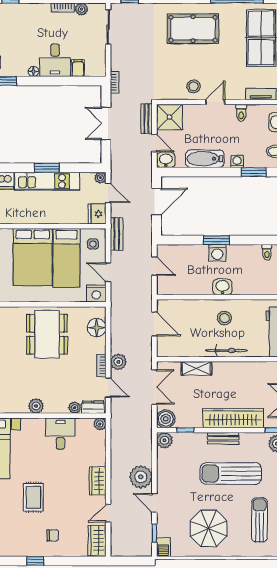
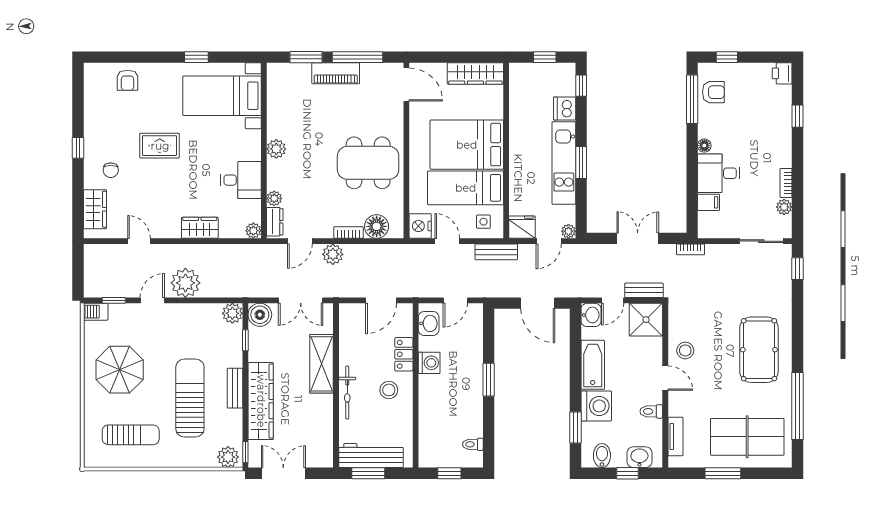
washing machine: (237, 161) -> (596, 406), width x1.89, depth x1.89
washing machine: (217, 253) -> (429, 363), moved, turned 180
door: (108, 272) -> (447, 241), hinge flipped
washbasin: (222, 287) -> (429, 323), moved
locker: (197, 306) -> (404, 354), added
bookcase: (101, 366) -> (348, 232), moved
shelving: (196, 368) -> (322, 364), width x1.50, depth x1.33
wardrobe: (98, 481) -> (200, 228), moved
wardrobe: (97, 541) -> (95, 209), moved, turned 90

